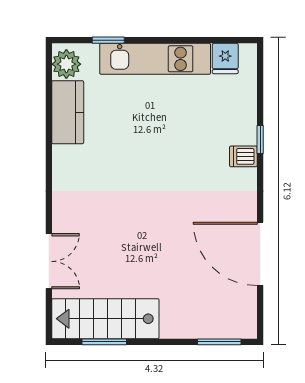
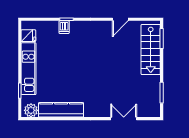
kitchen counter: (68, 112) -> (61, 110), width x1.50
dishwasher: (243, 156) -> (64, 27), moved
door: (260, 254) -> (120, 19), width x0.53
stairs: (105, 319) -> (151, 50), moved

